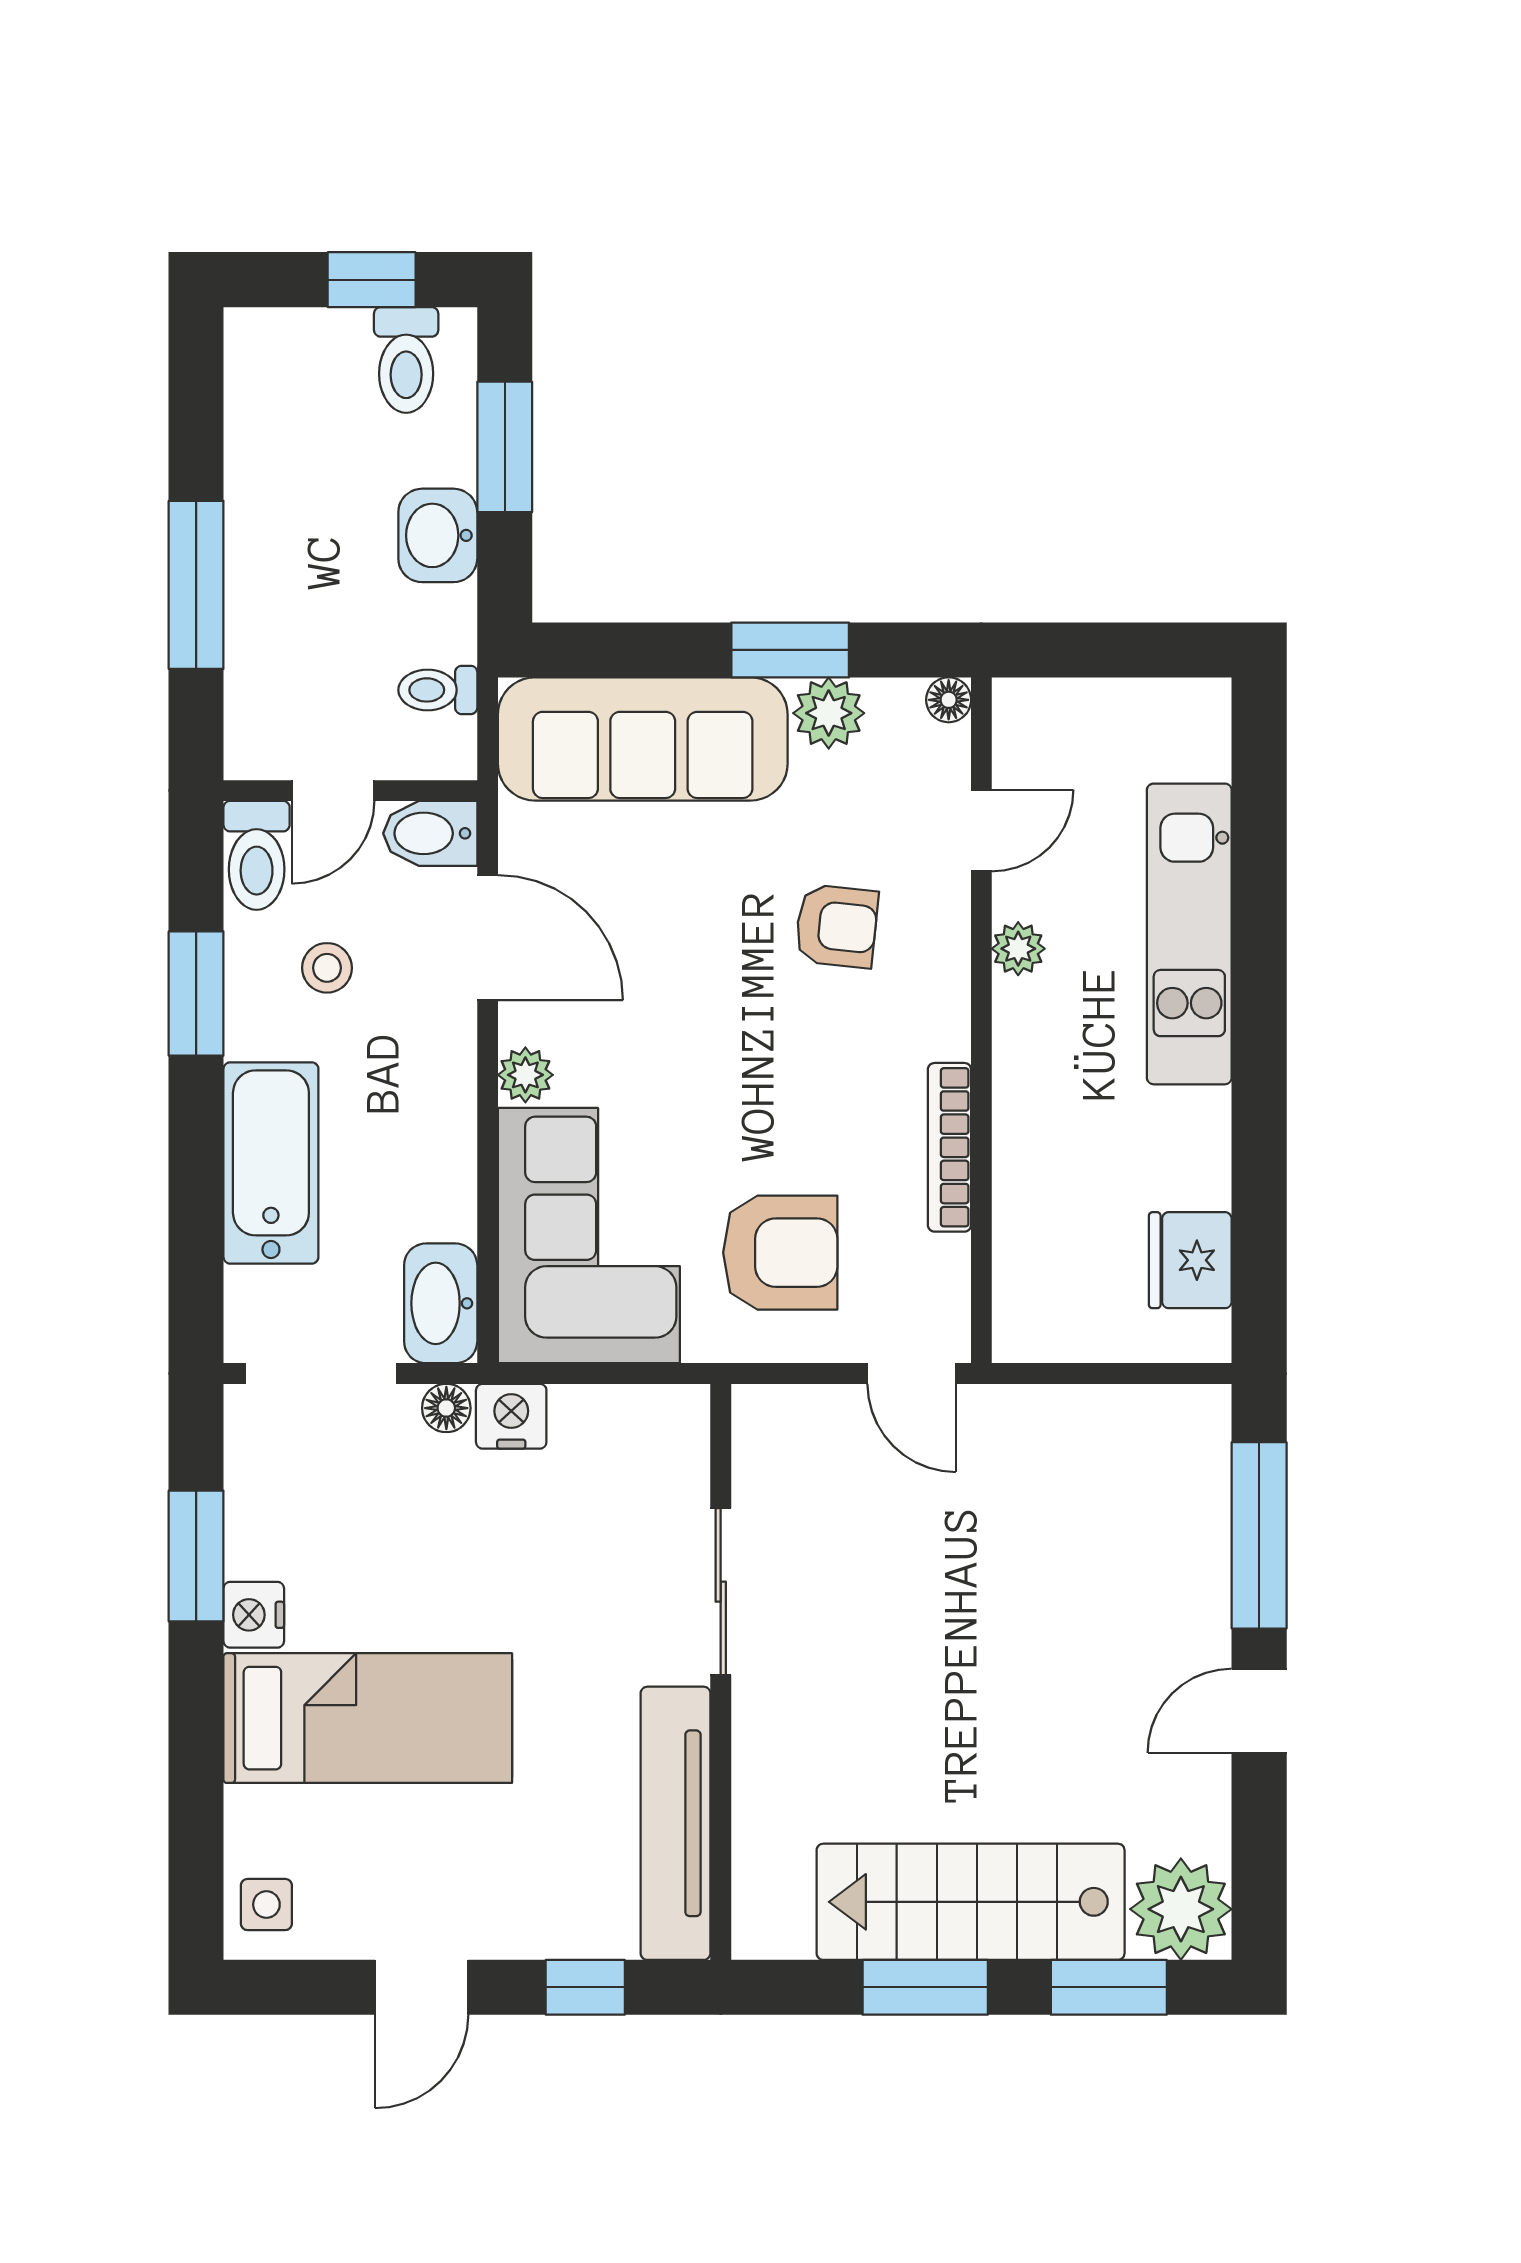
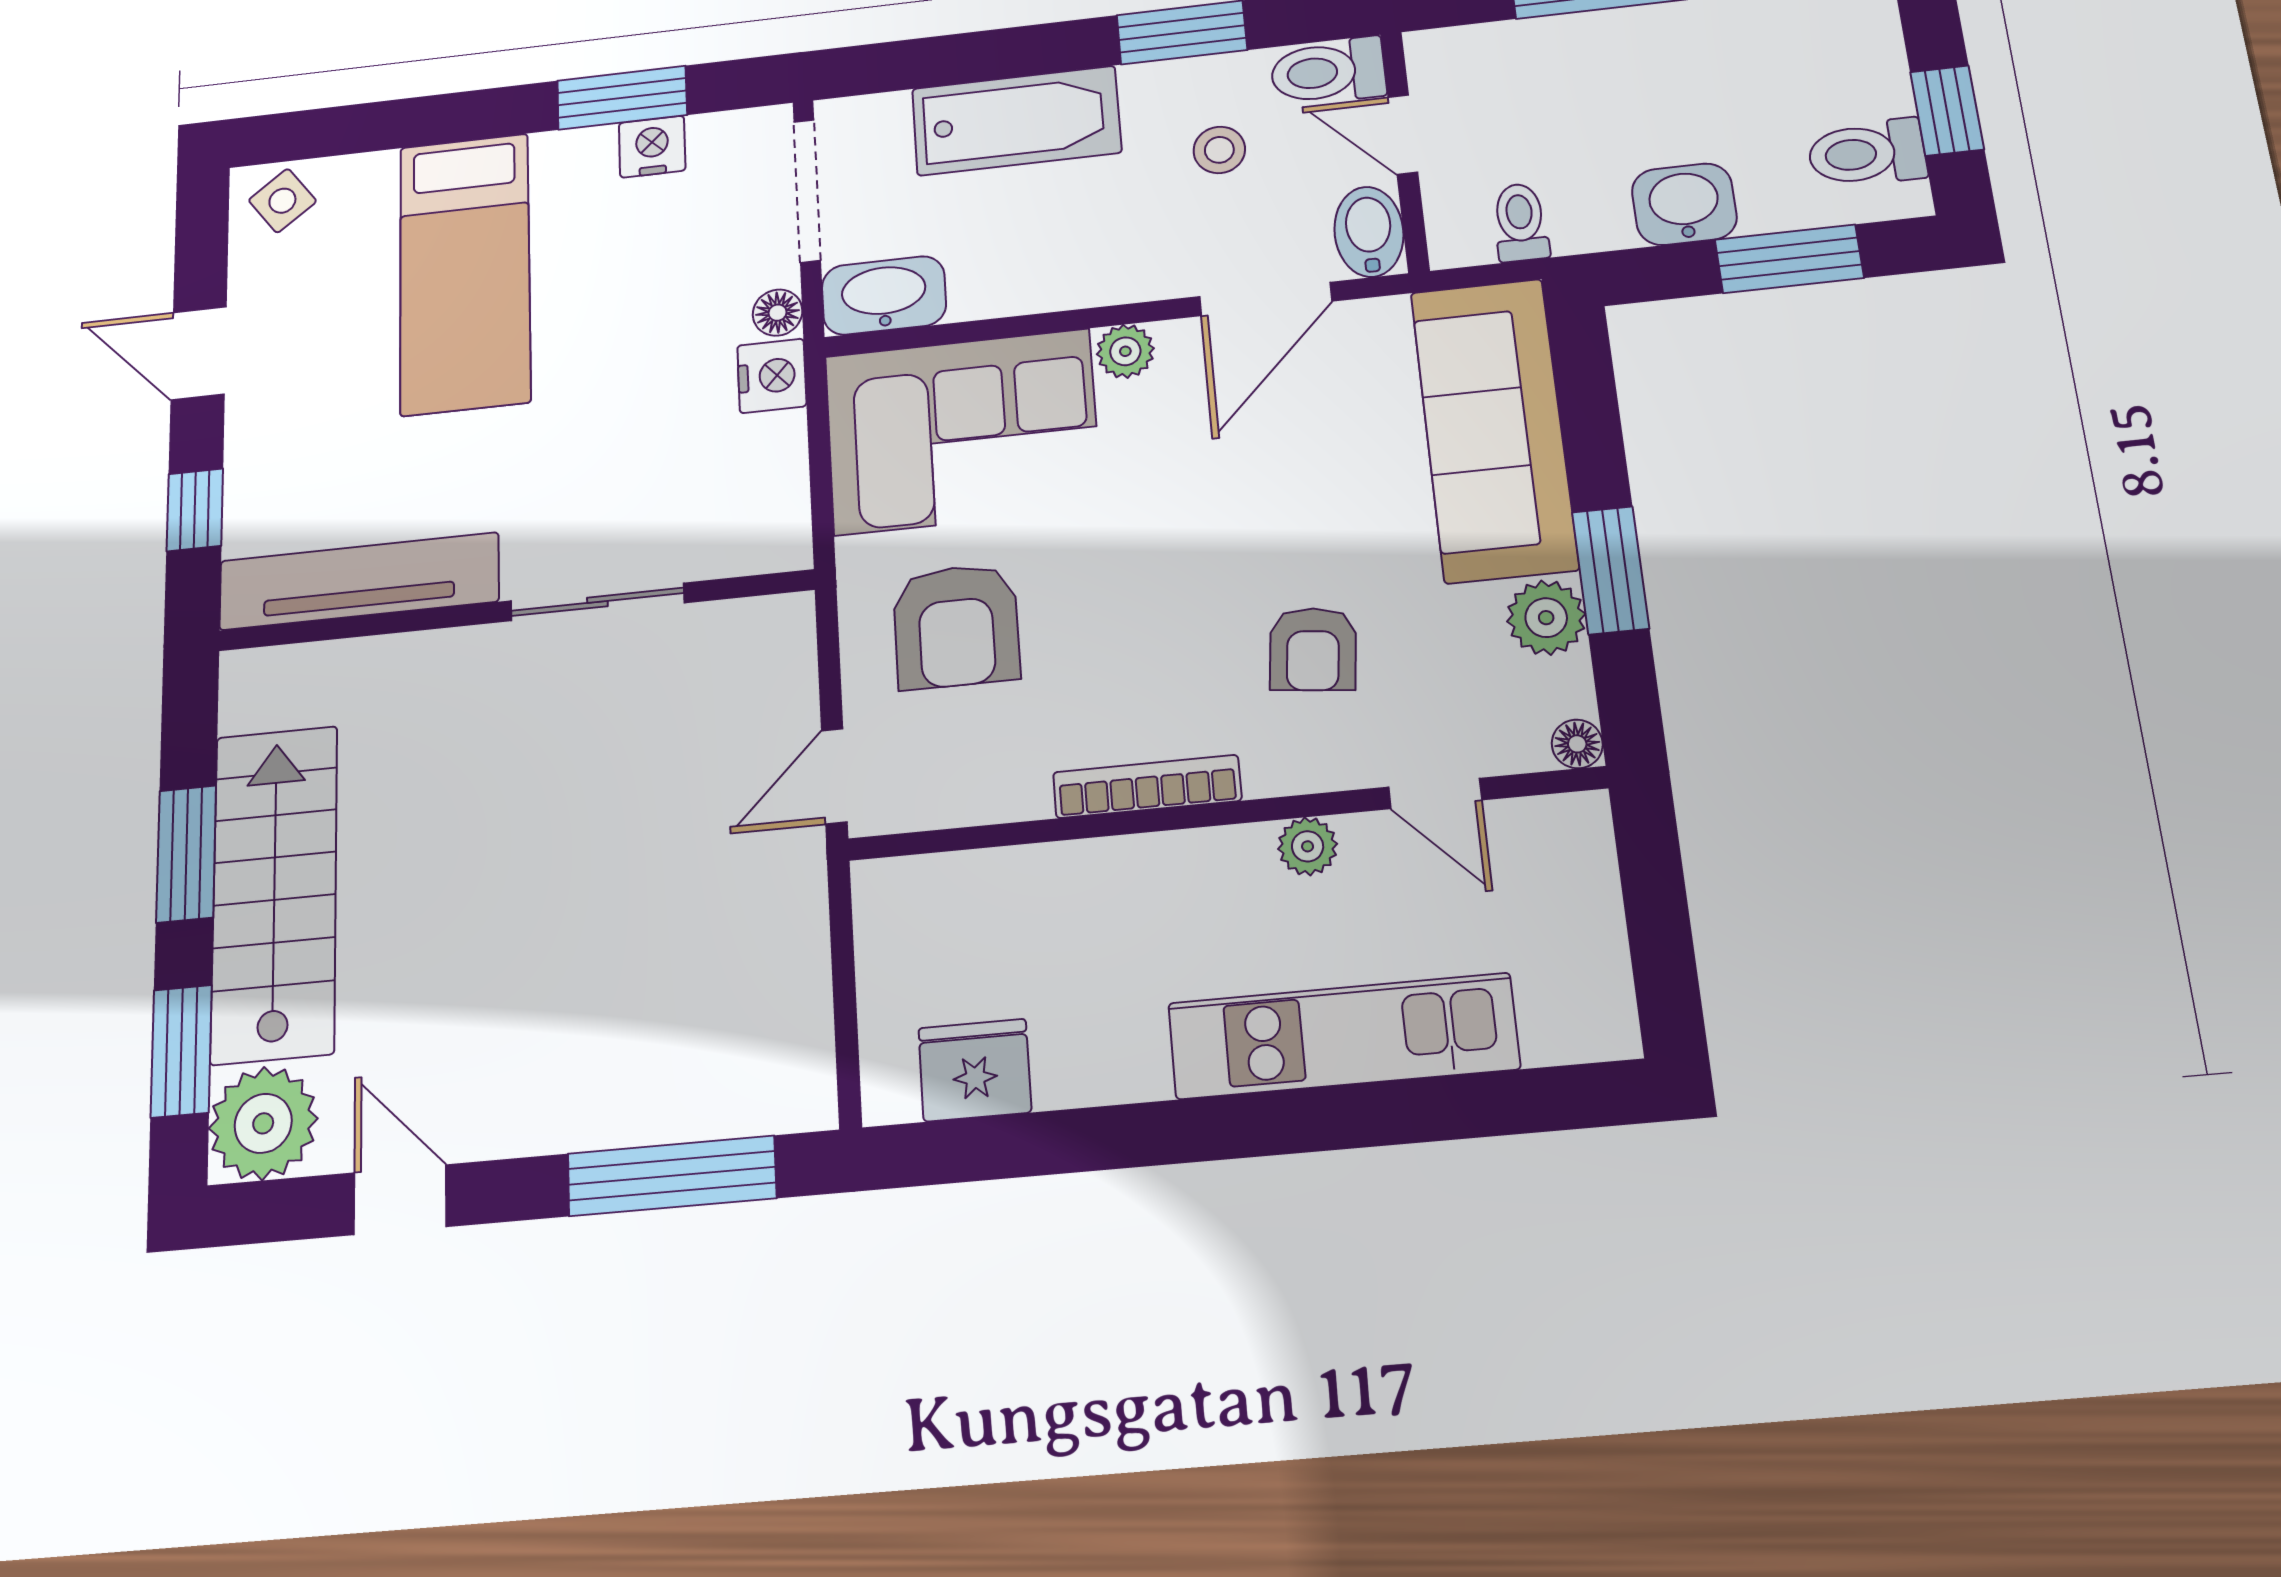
bookcase: (949, 1147) -> (1147, 786), moved
nightstand: (254, 1615) -> (652, 147), moved
door: (1259, 1711) -> (400, 1200), moved
side table: (266, 1905) -> (282, 201), turned -37

